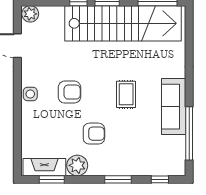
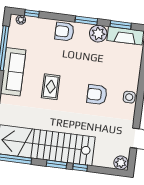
armchair: (94, 134) -> (64, 32), moved
plant: (172, 170) -> (21, 20), added
window: (118, 179) -> (86, 20), moved

